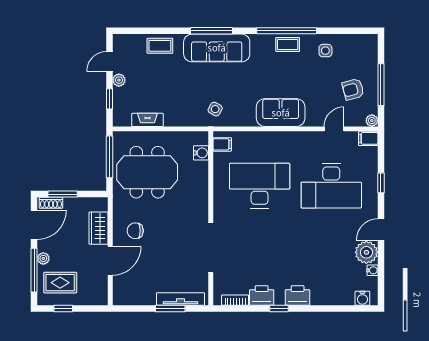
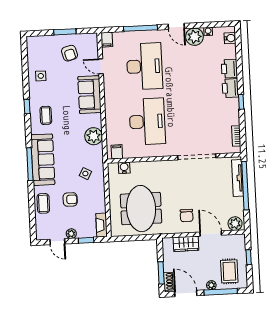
window: (287, 31) -> (27, 107), width x0.32
coffee table: (288, 44) -> (46, 115), moved
armchair: (163, 81) -> (70, 199), added
window: (381, 85) -> (65, 32), width x0.69
side table: (215, 109) -> (85, 174), moved
sofa: (281, 113) -> (89, 95), moved
fireplace: (147, 120) -> (102, 225), moved
plant: (372, 121) -> (94, 136), moved, width x1.88, depth x1.88
window: (109, 157) -> (131, 238), removed
window: (381, 183) -> (140, 28), width x2.17
desk: (260, 186) -> (147, 121), turned 180
plant: (122, 293) -> (235, 224), added
printer: (262, 296) -> (229, 69), moved
window: (63, 309) -> (249, 257), moved
window: (170, 309) -> (245, 186), width x2.11

